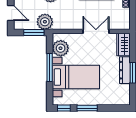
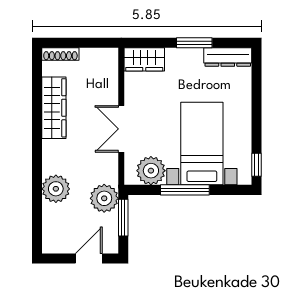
double door: (96, 31) -> (121, 129), moved
dresser: (125, 70) -> (228, 57), moved
window: (87, 108) -> (257, 124), removed

